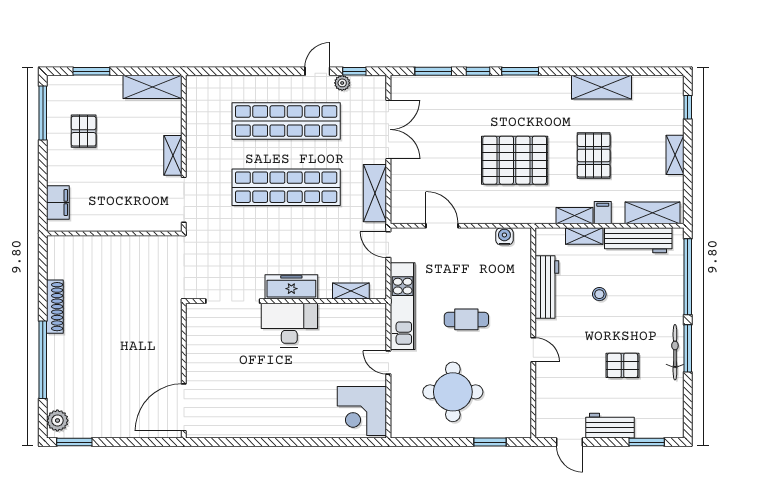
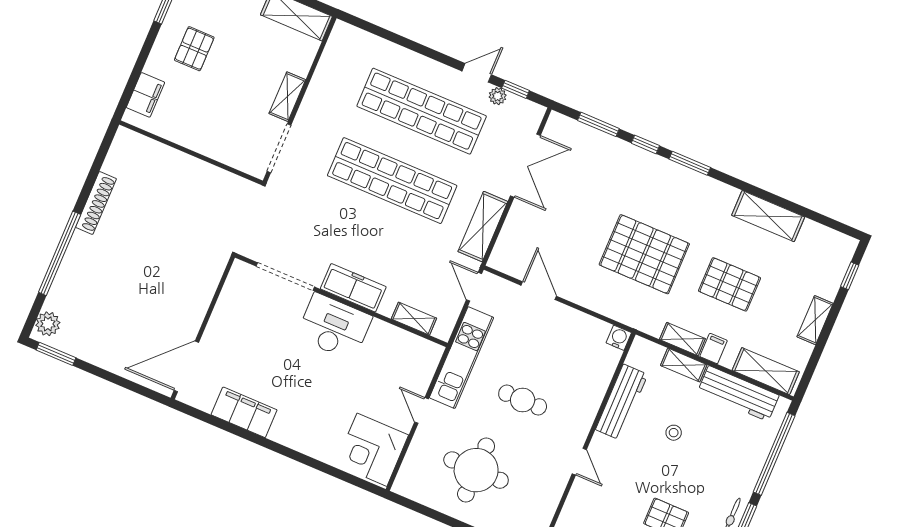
pallet: (84, 131) -> (194, 49), moved
pallet: (594, 155) -> (729, 284), turned 90
water cooler: (504, 236) -> (619, 338), moved
filing cabinet: (246, 425) -> (244, 412), added

